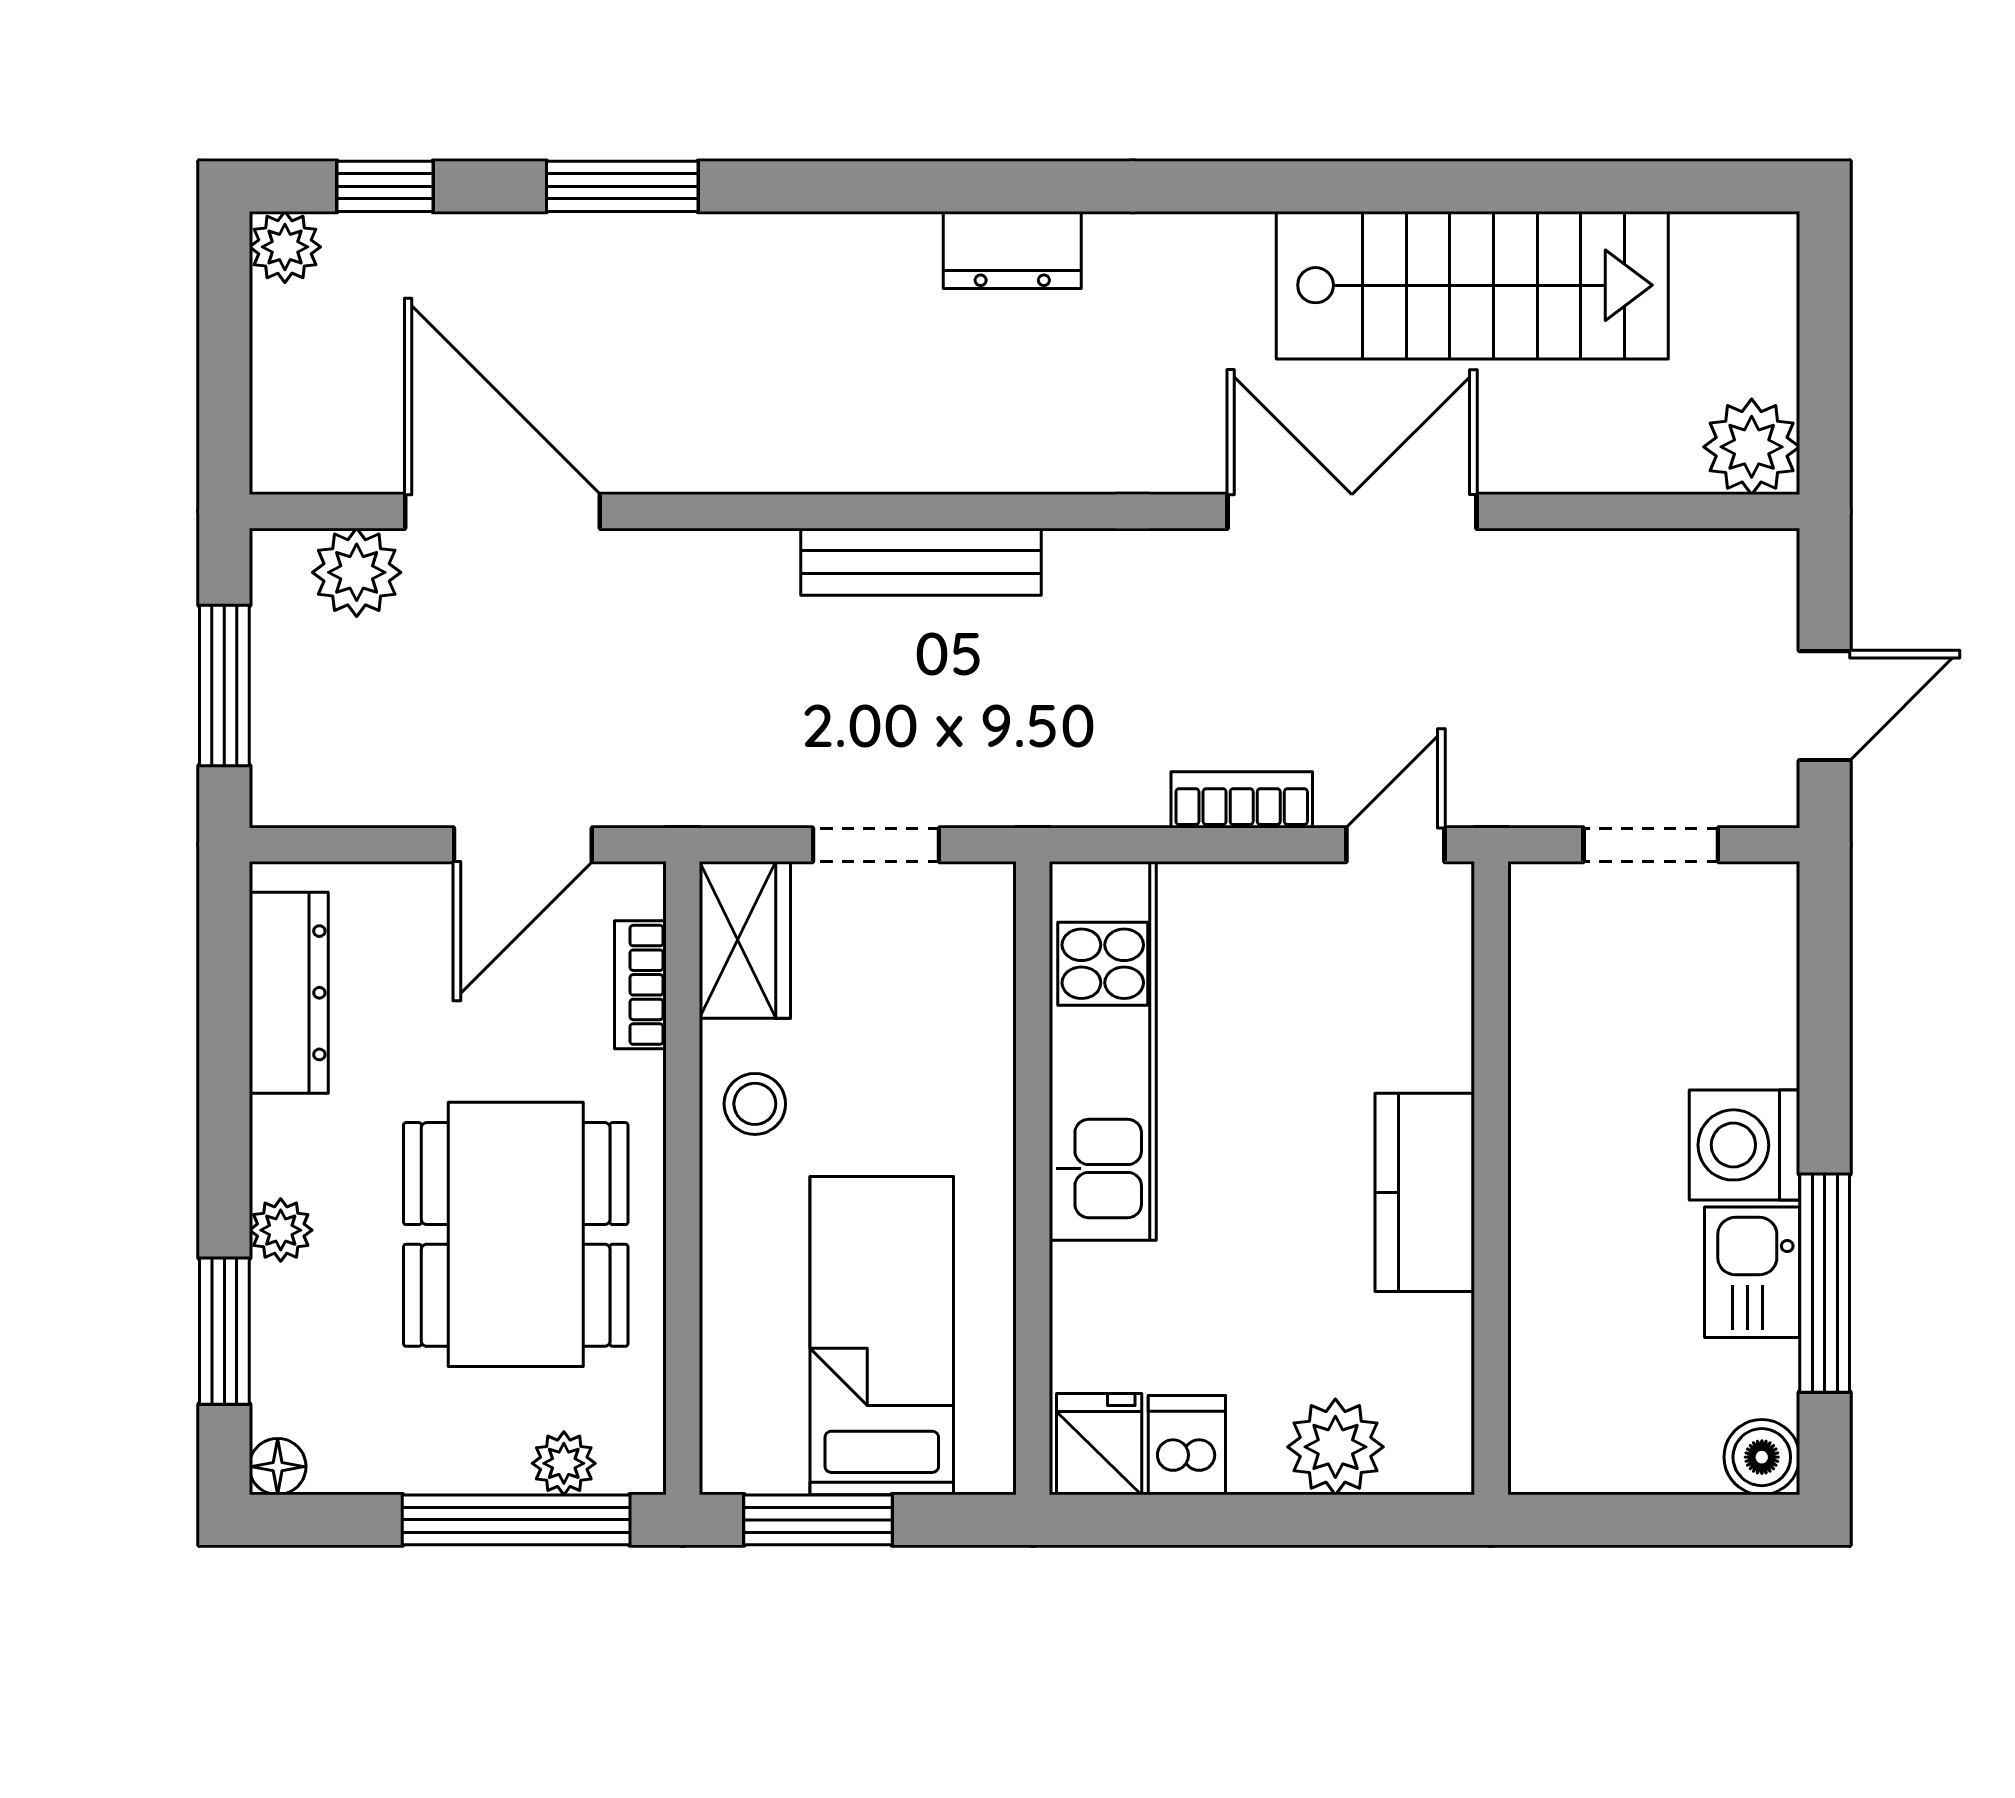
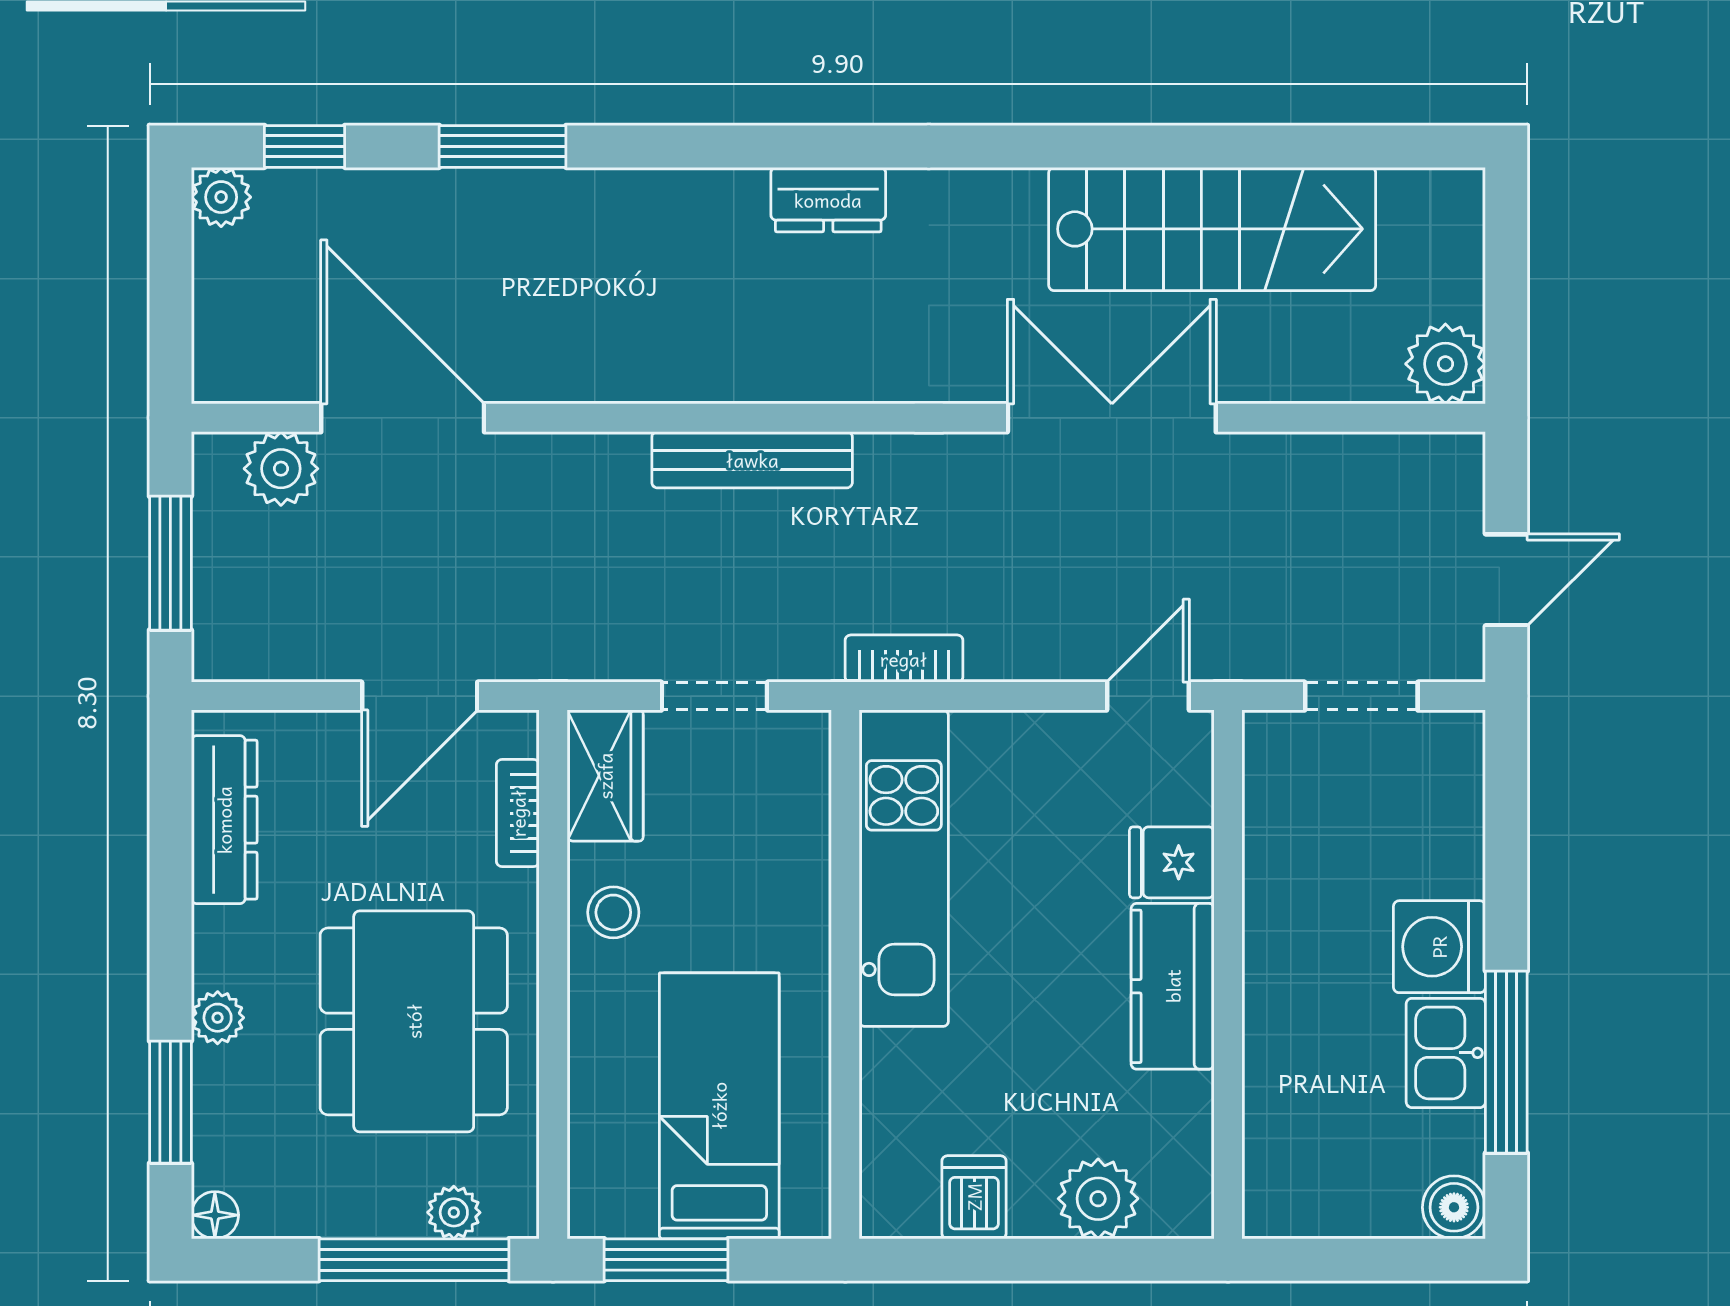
bookcase: (1242, 800) -> (904, 659), moved
fridge: (1099, 1444) -> (1172, 862), moved, turned -90

